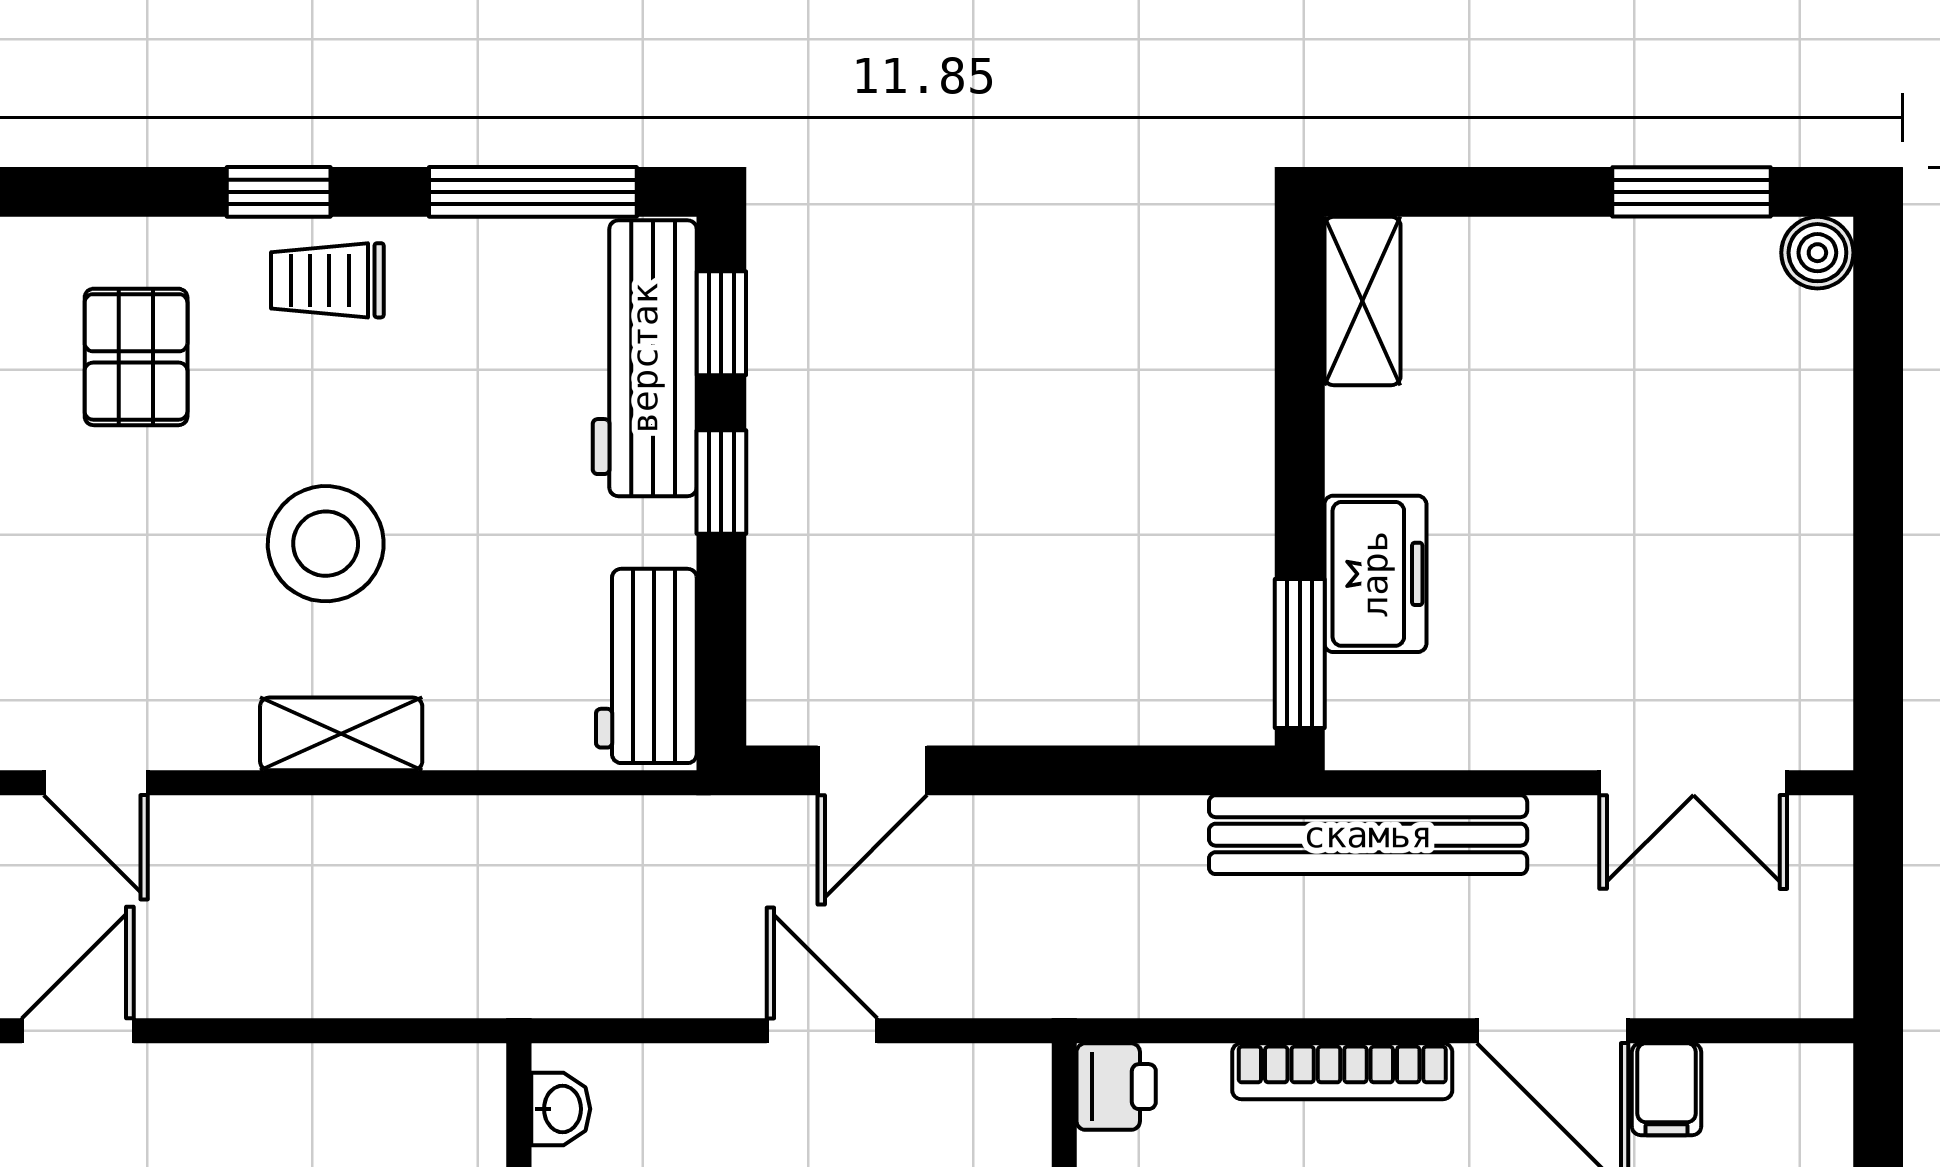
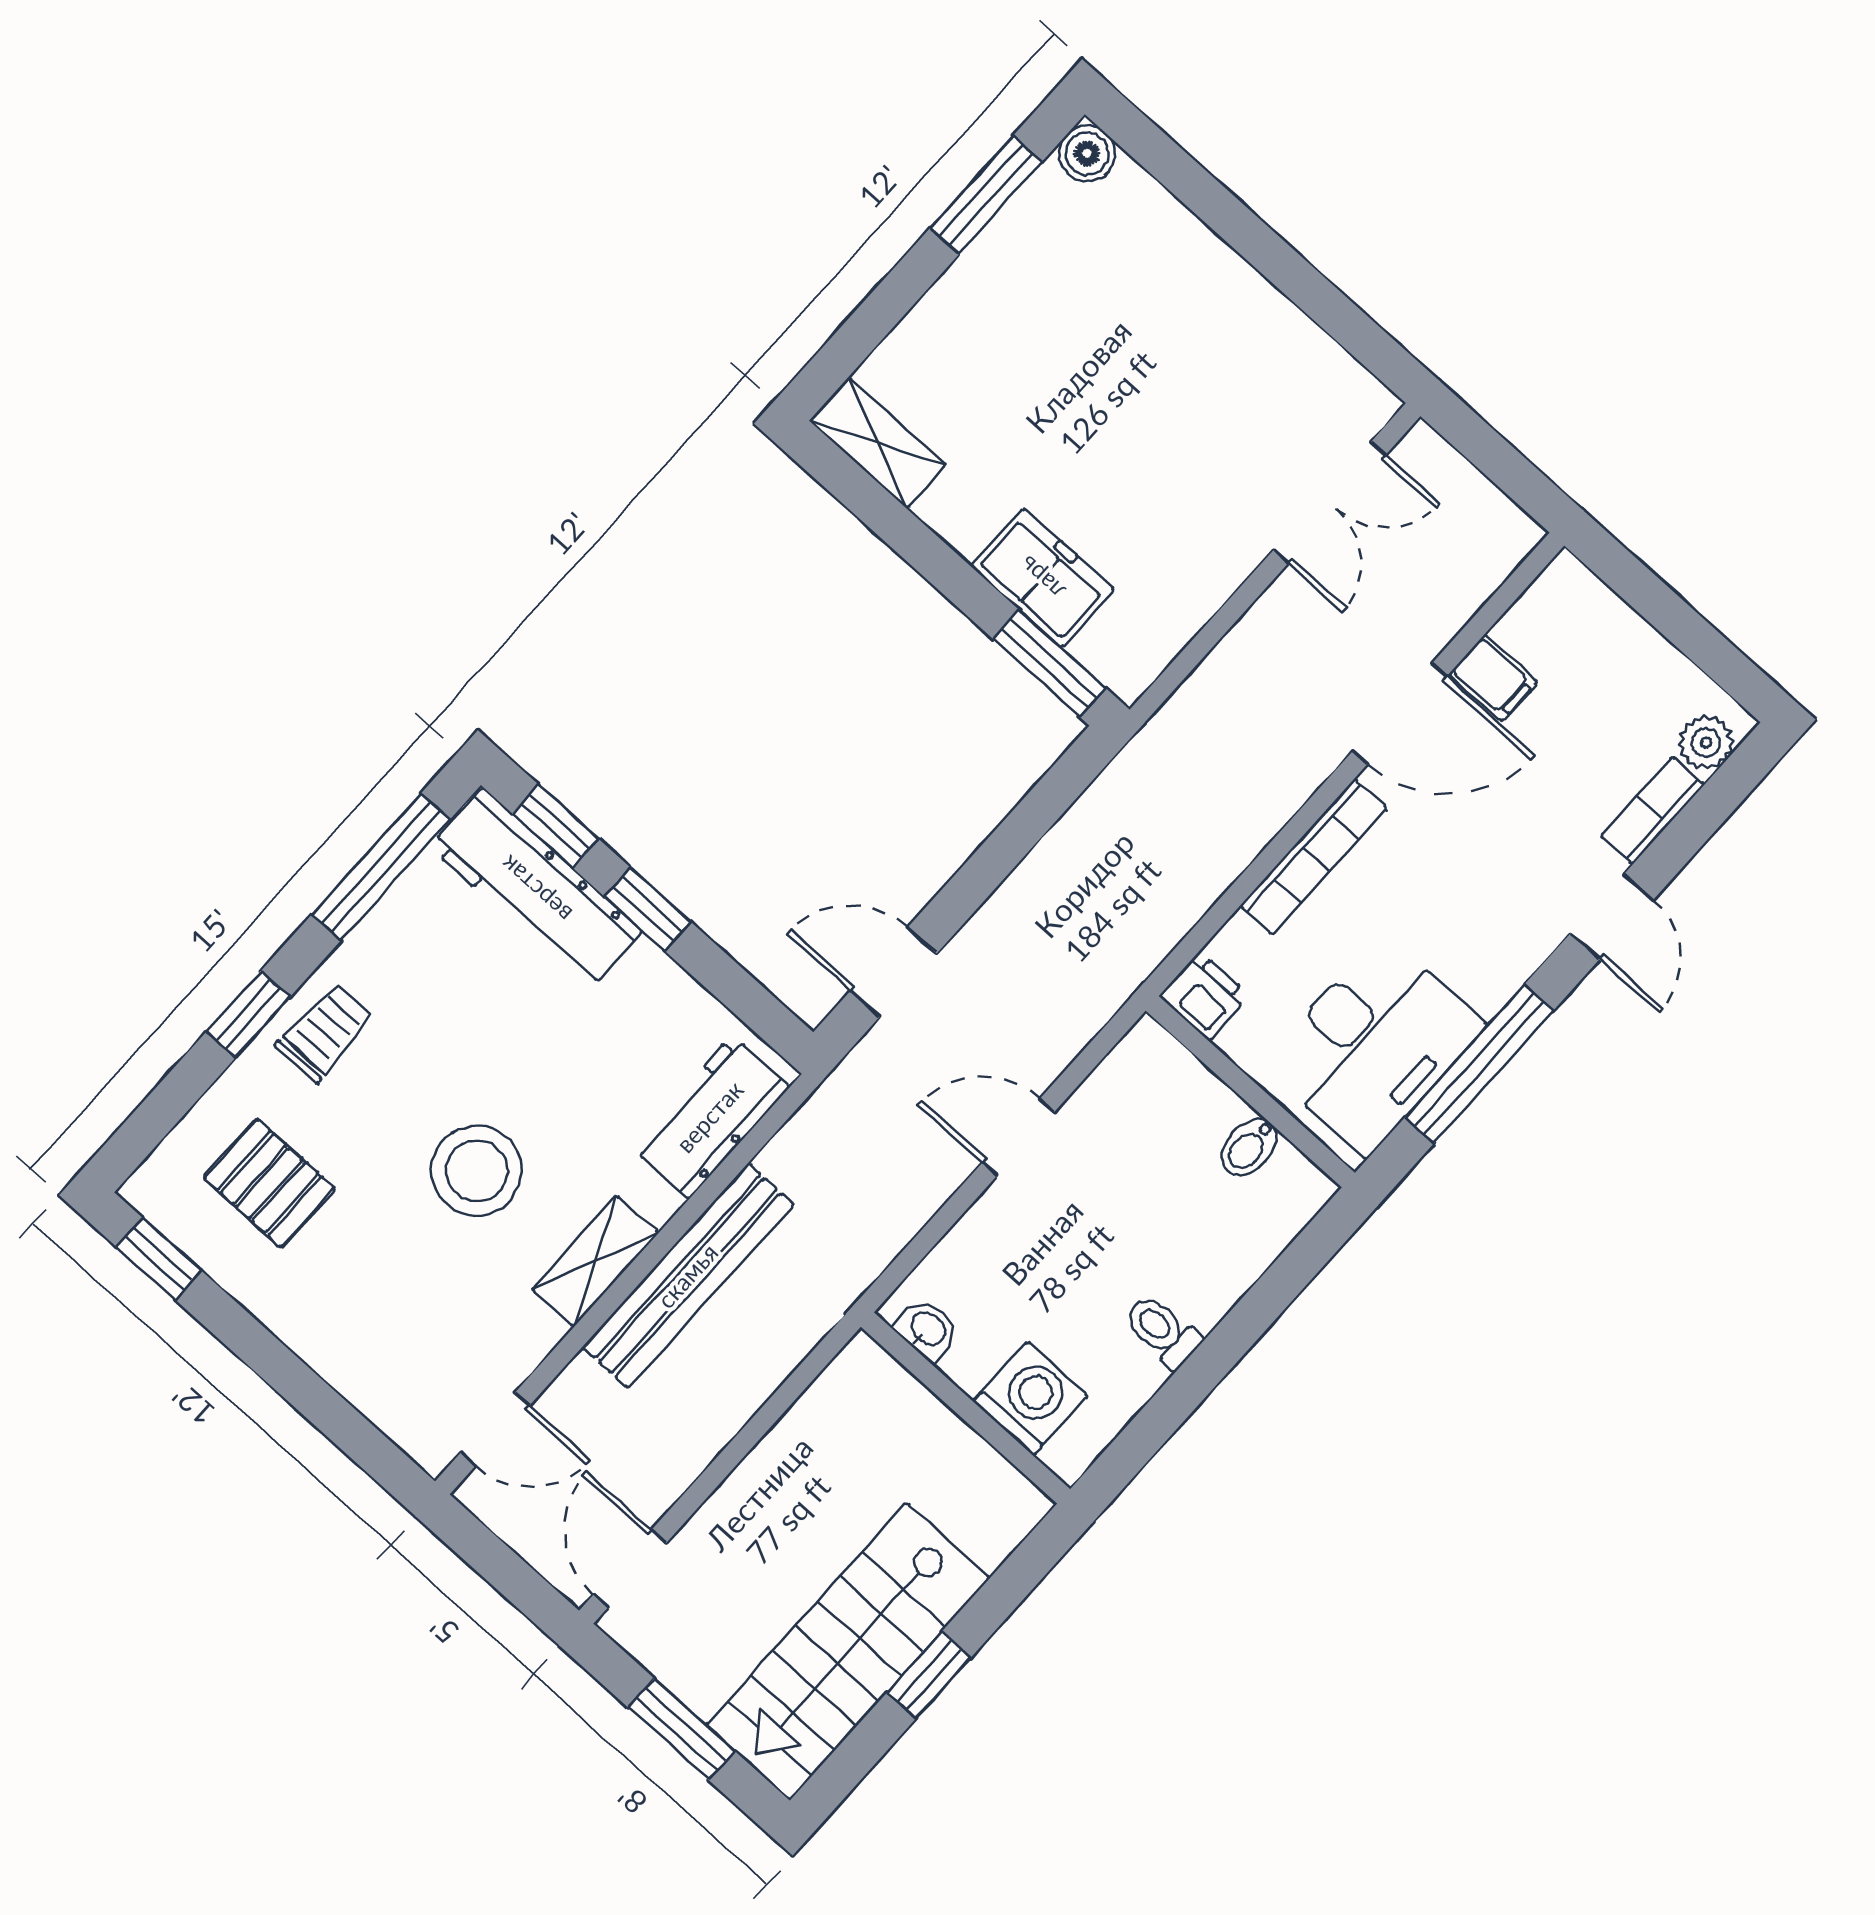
trolley: (327, 280) -> (325, 1032), turned 180
workbench: (646, 666) -> (710, 1117), moved, turned 90
door: (872, 770) -> (894, 972), swing flipped
bench: (1368, 835) -> (688, 1276), moved

